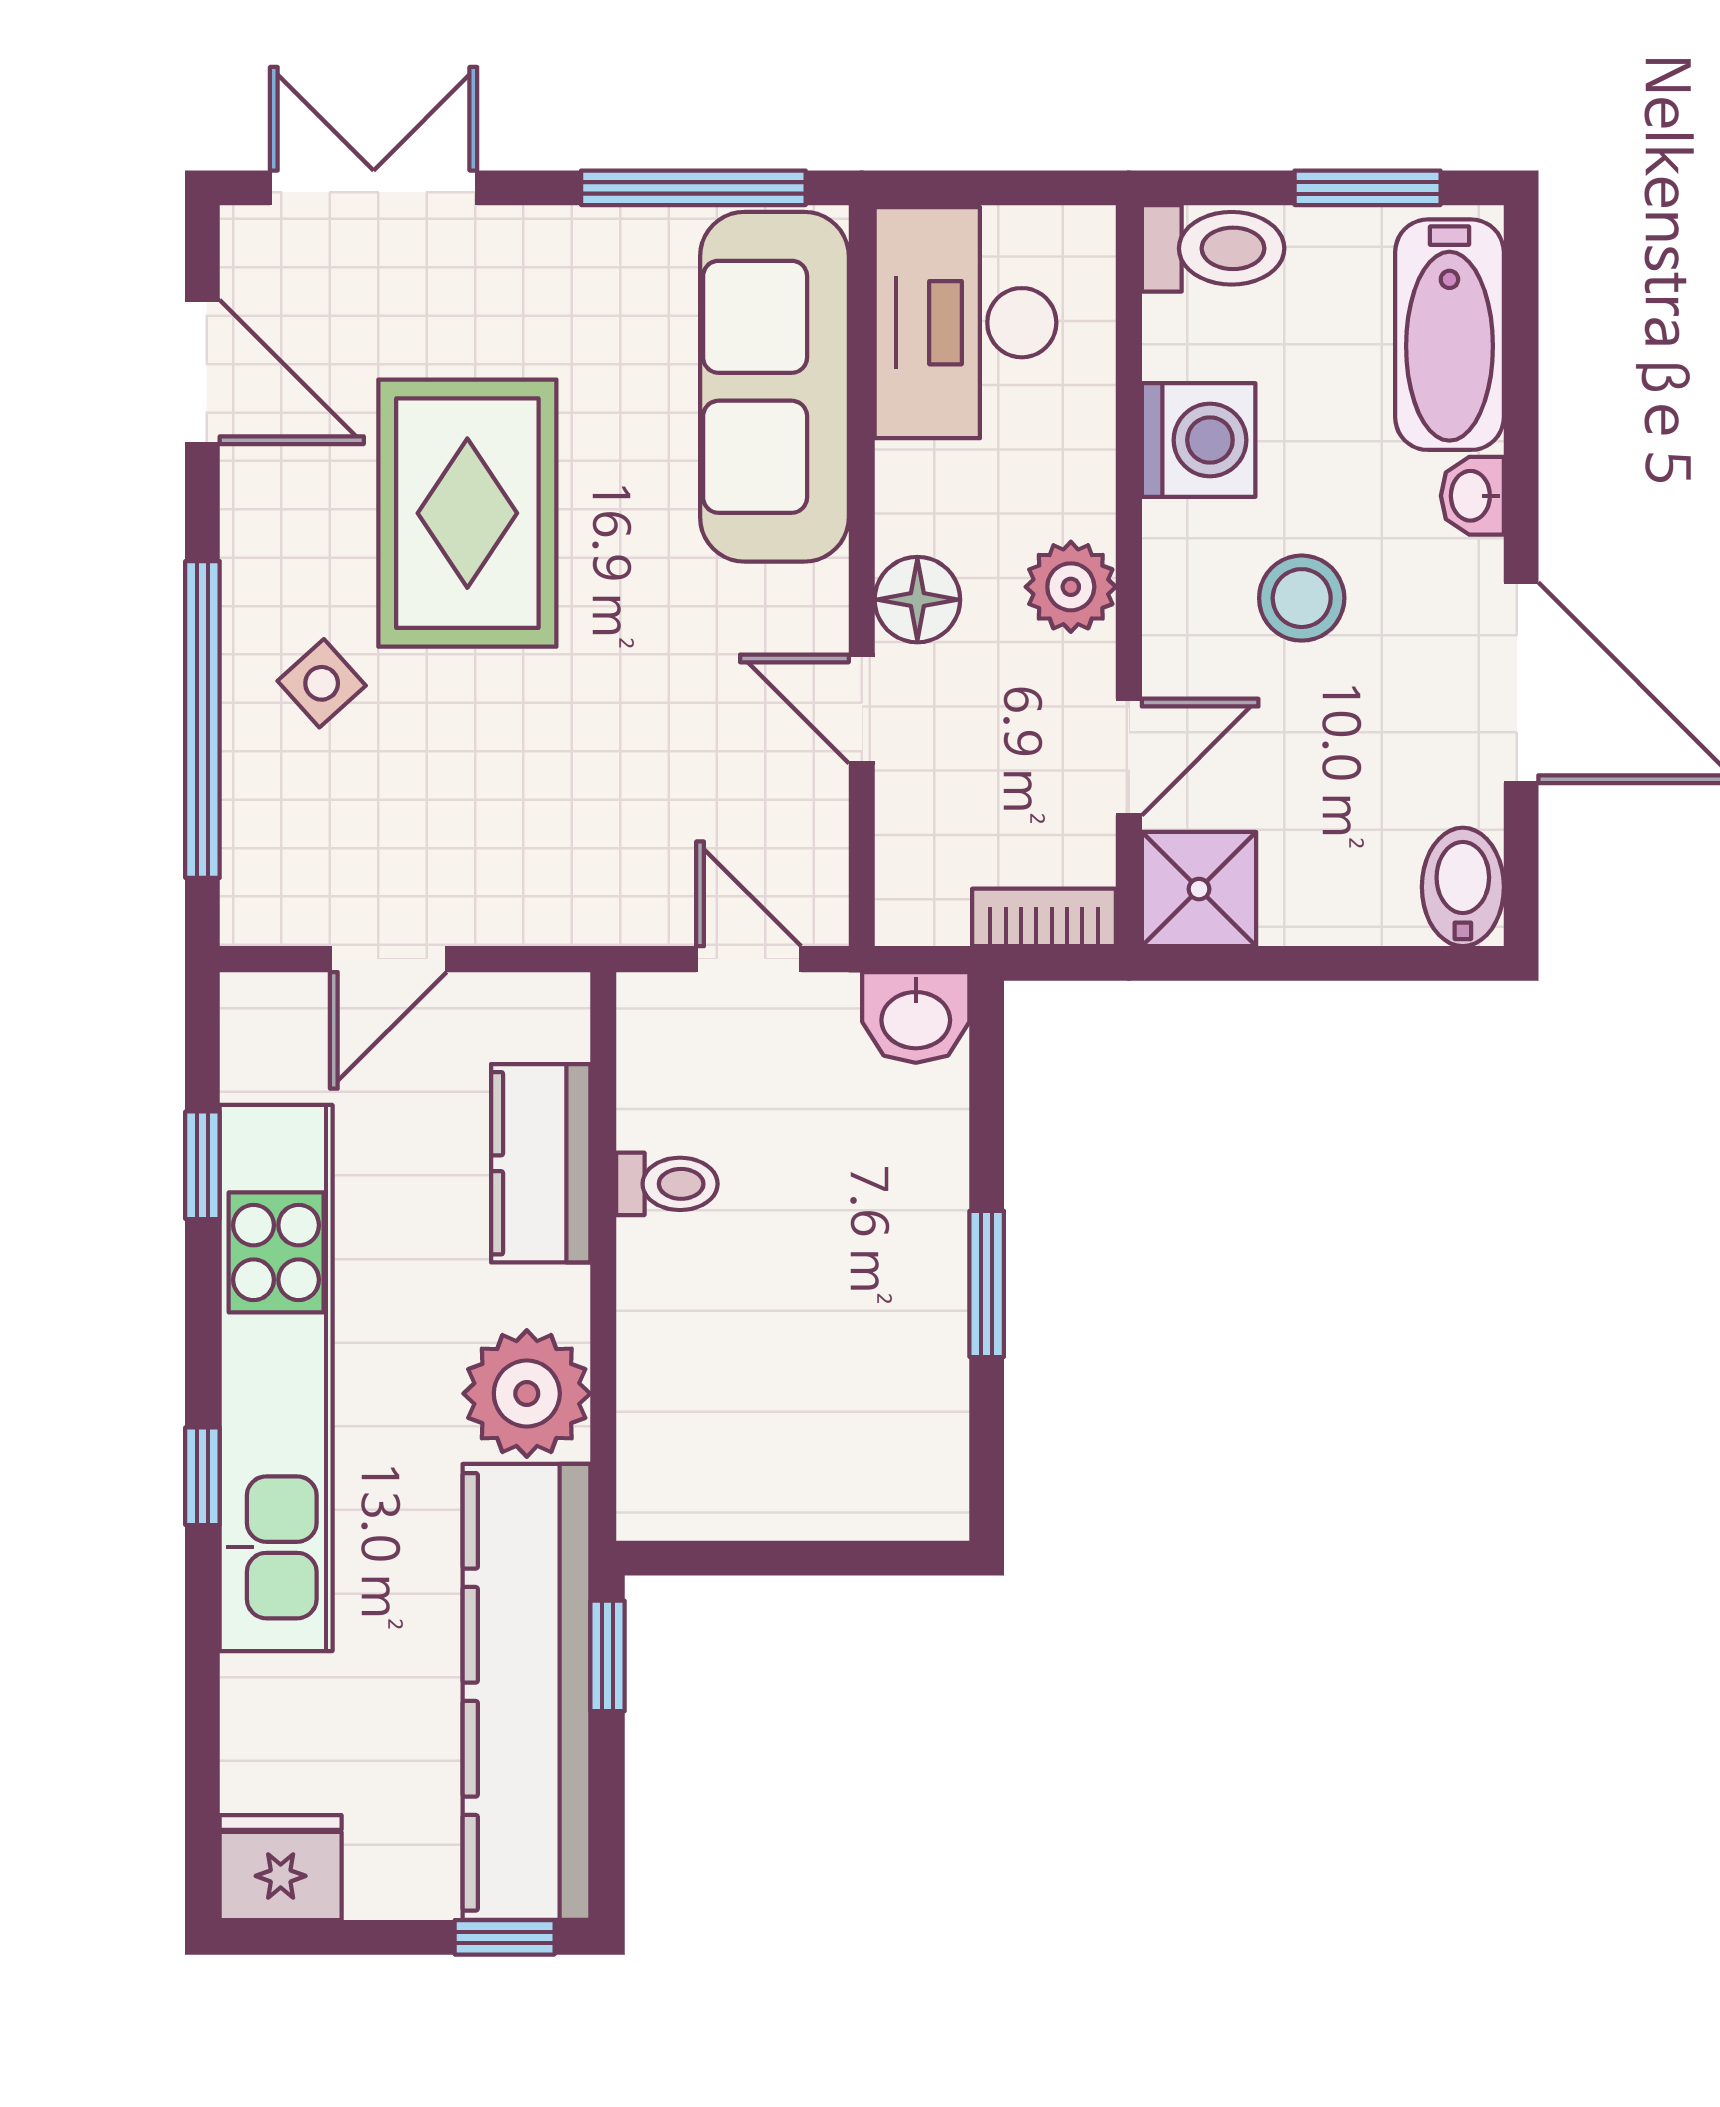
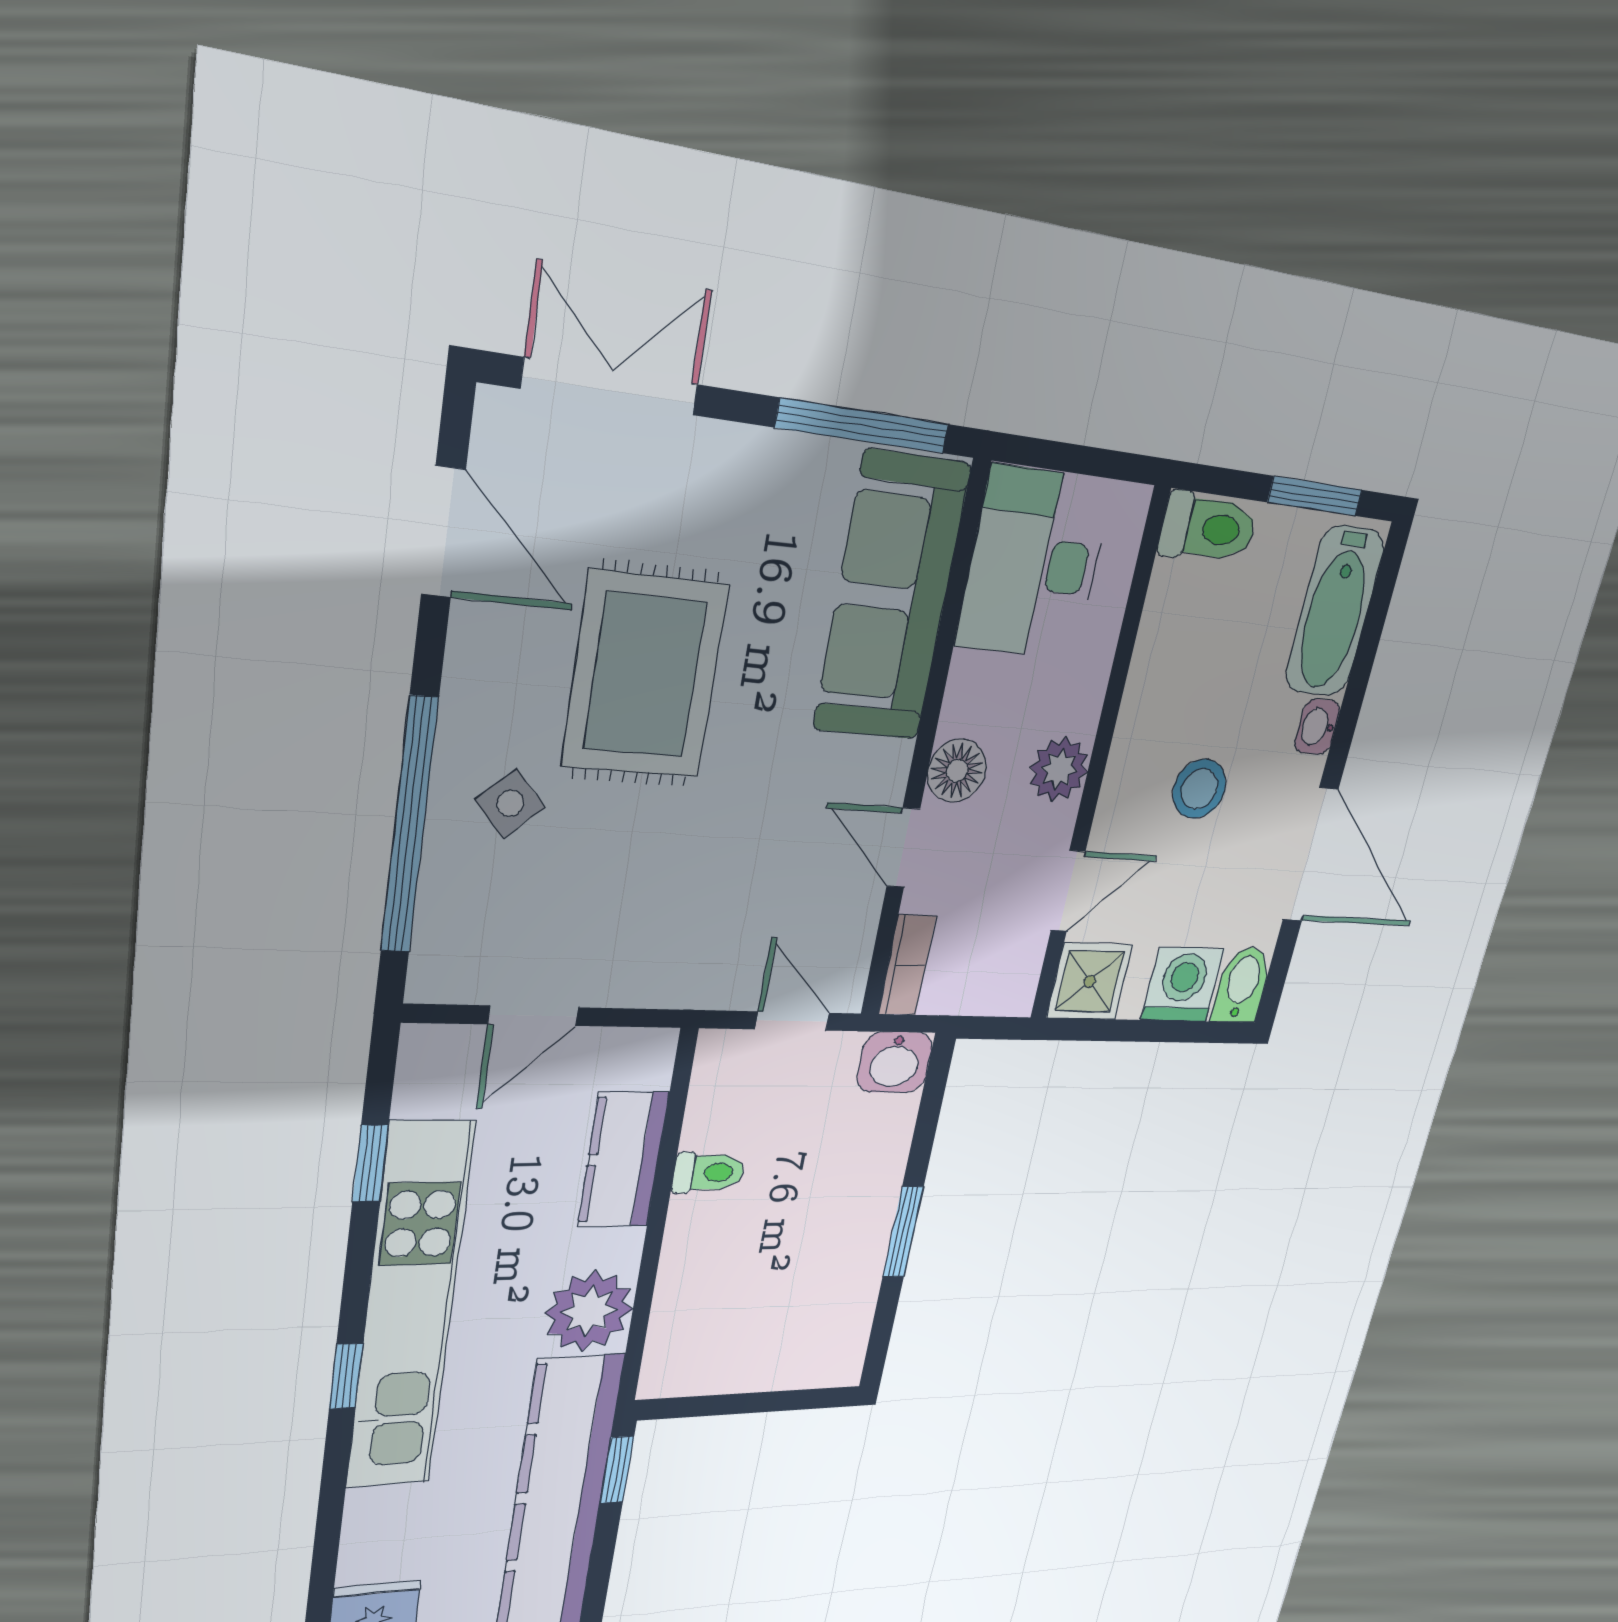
washing machine: (1199, 440) -> (1183, 984), moved, turned -90
bookcase: (1044, 917) -> (907, 965), moved, turned 90

